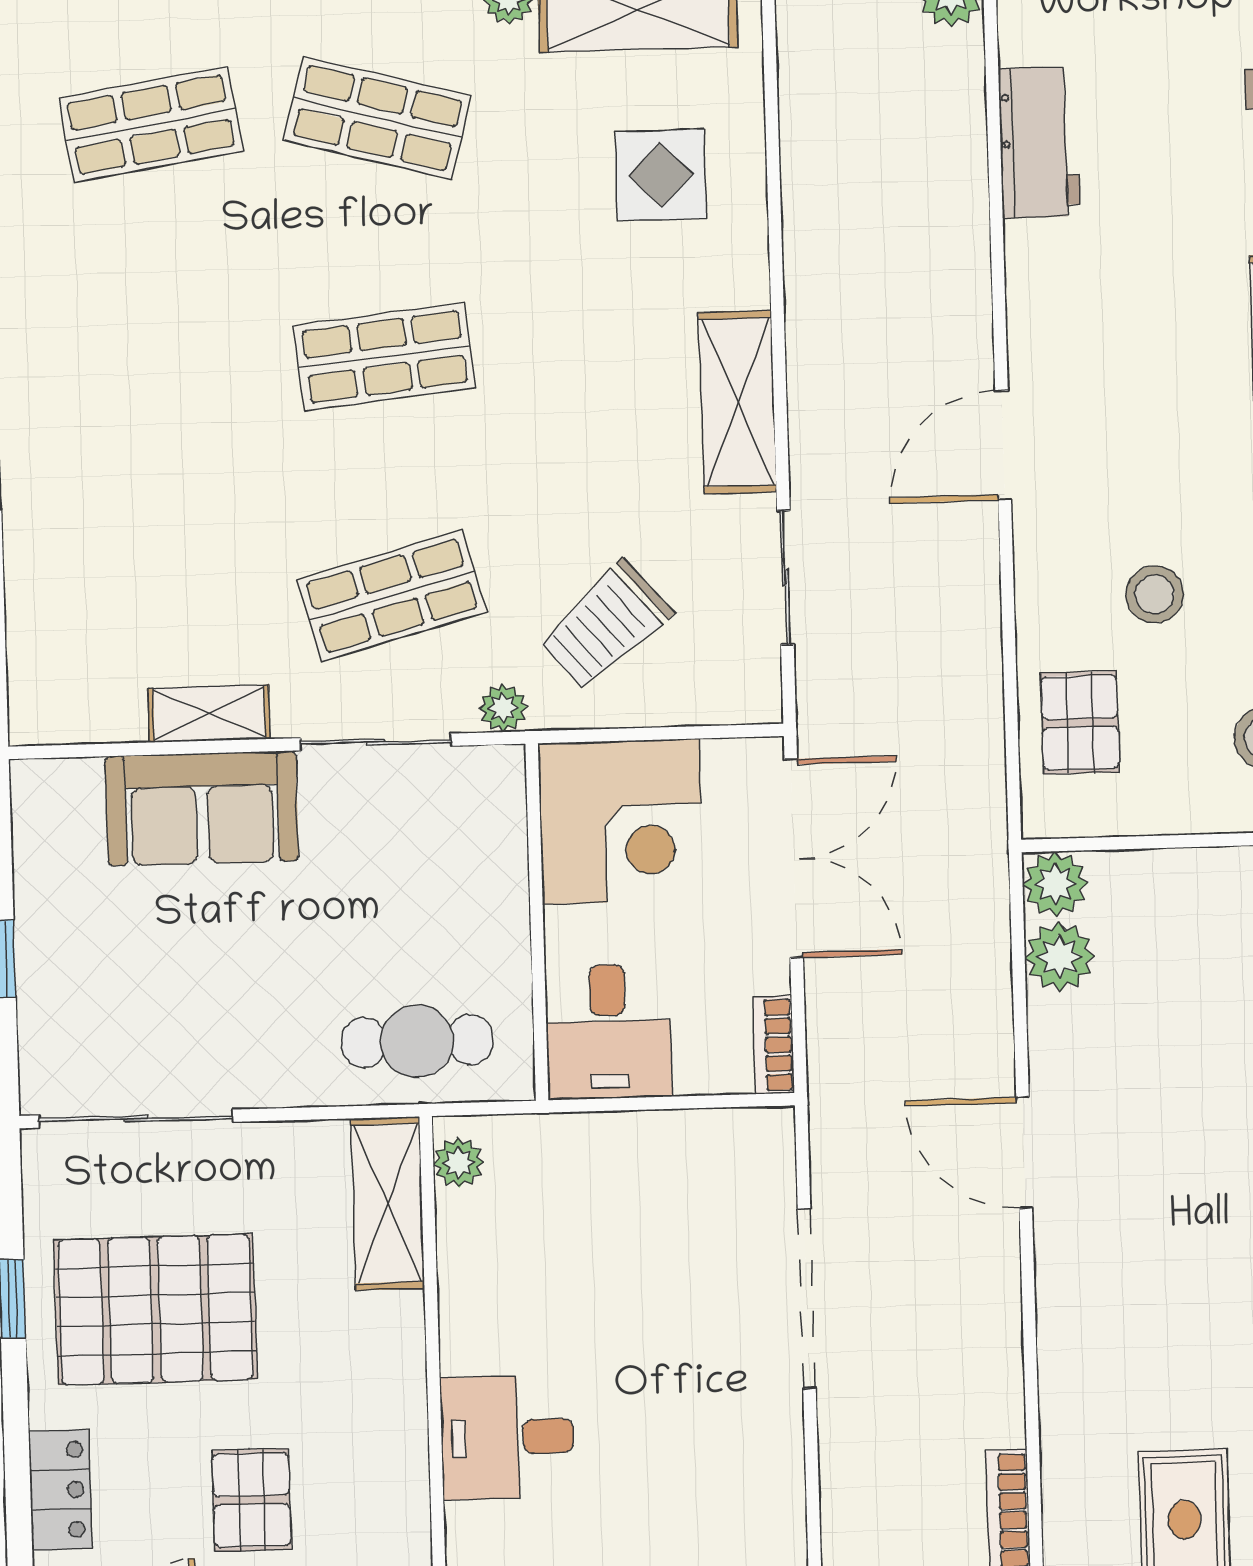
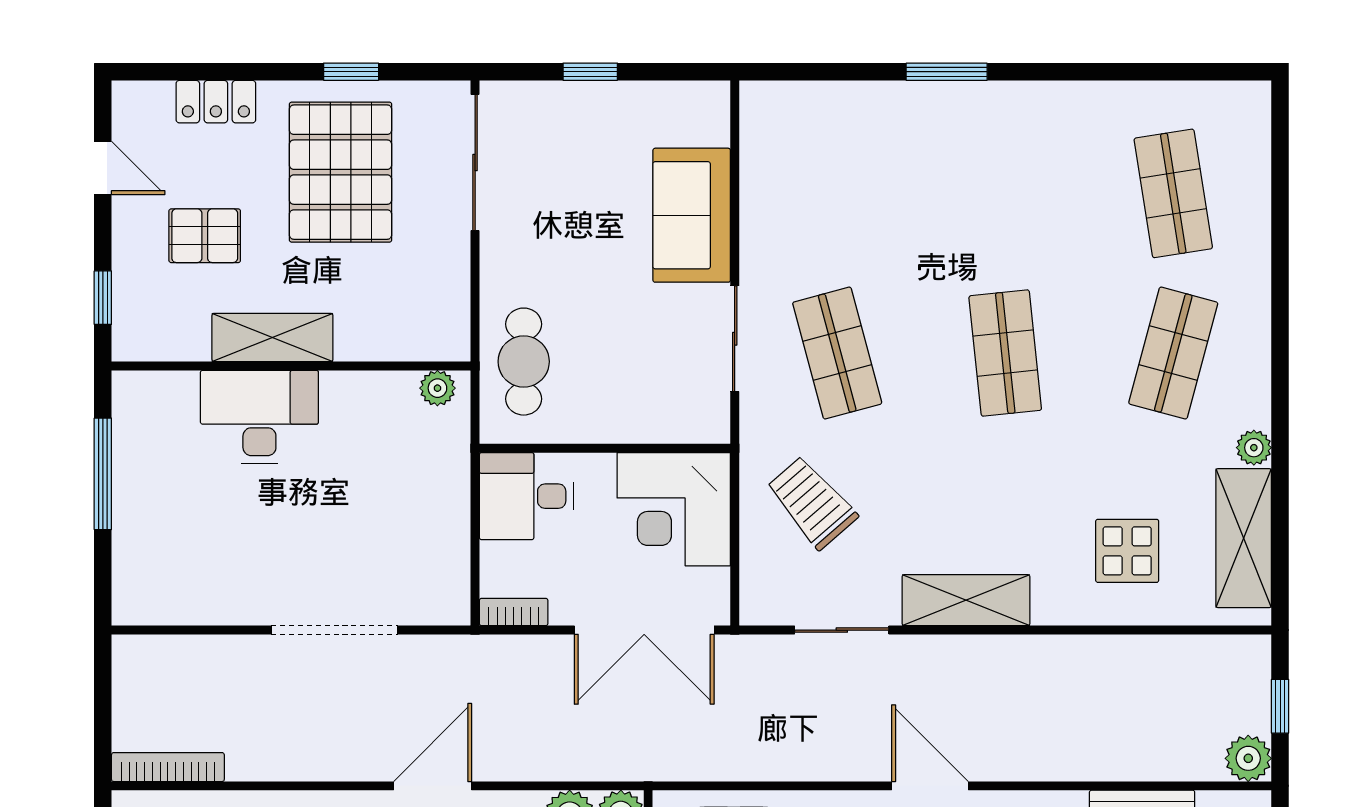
plant: (503, 708) -> (756, 429), removed
shelving: (209, 714) -> (758, 222), removed
shelving: (388, 1203) -> (272, 338), moved
desk: (507, 1437) -> (259, 417), width x1.37

